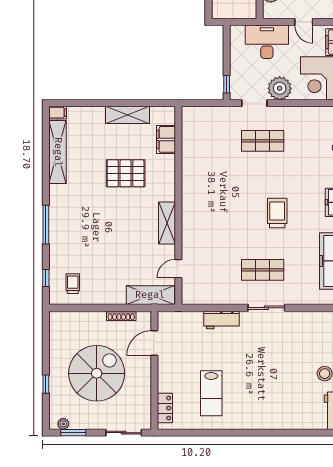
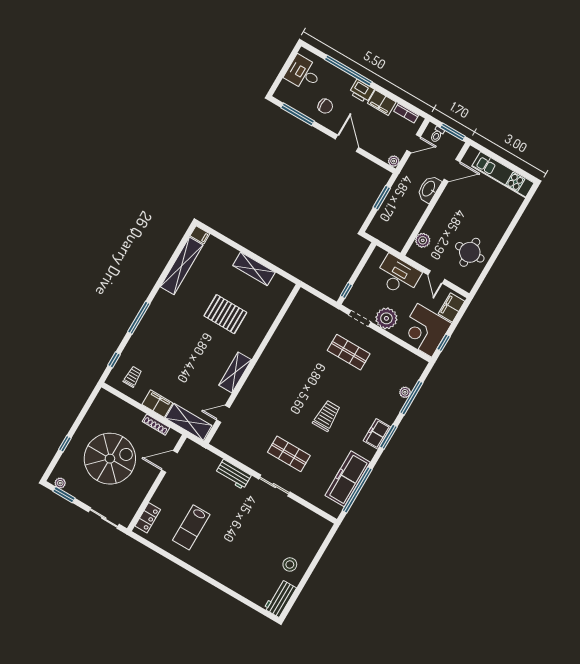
filing cabinet: (166, 139) -> (157, 404), moved, turned 90

